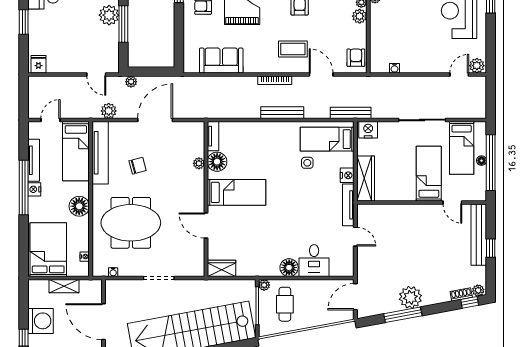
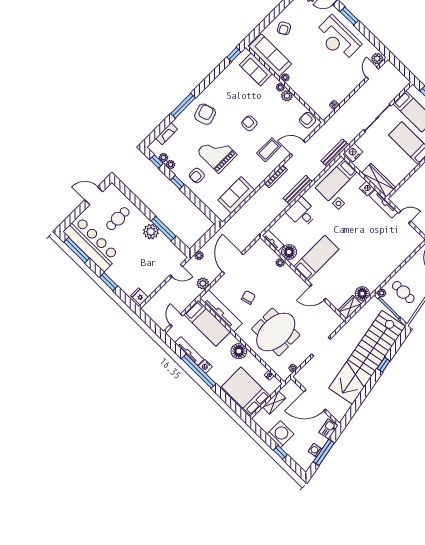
desk: (314, 261) -> (302, 213), moved, turned 180
floor lamp: (289, 268) -> (362, 294), moved

